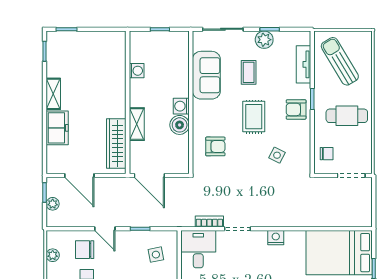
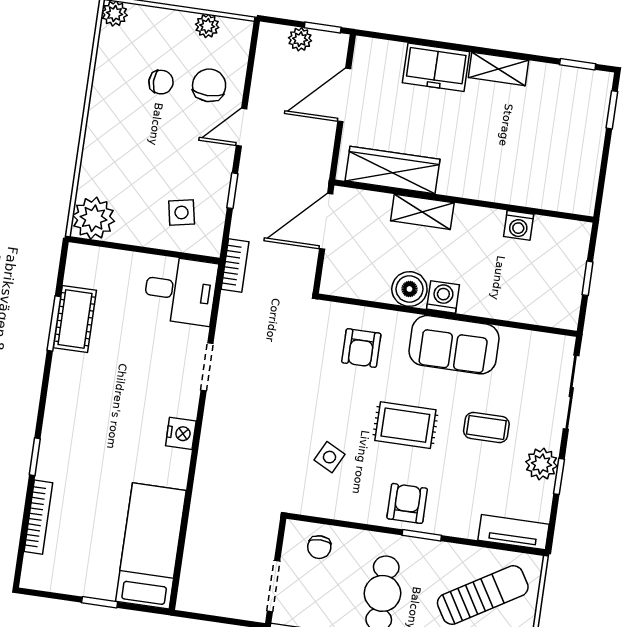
tv unit: (303, 64) -> (513, 532), moved
sofa: (206, 75) -> (454, 345), moved
bookcase: (209, 221) -> (235, 265), moved
bed: (339, 253) -> (151, 546), width x0.67

